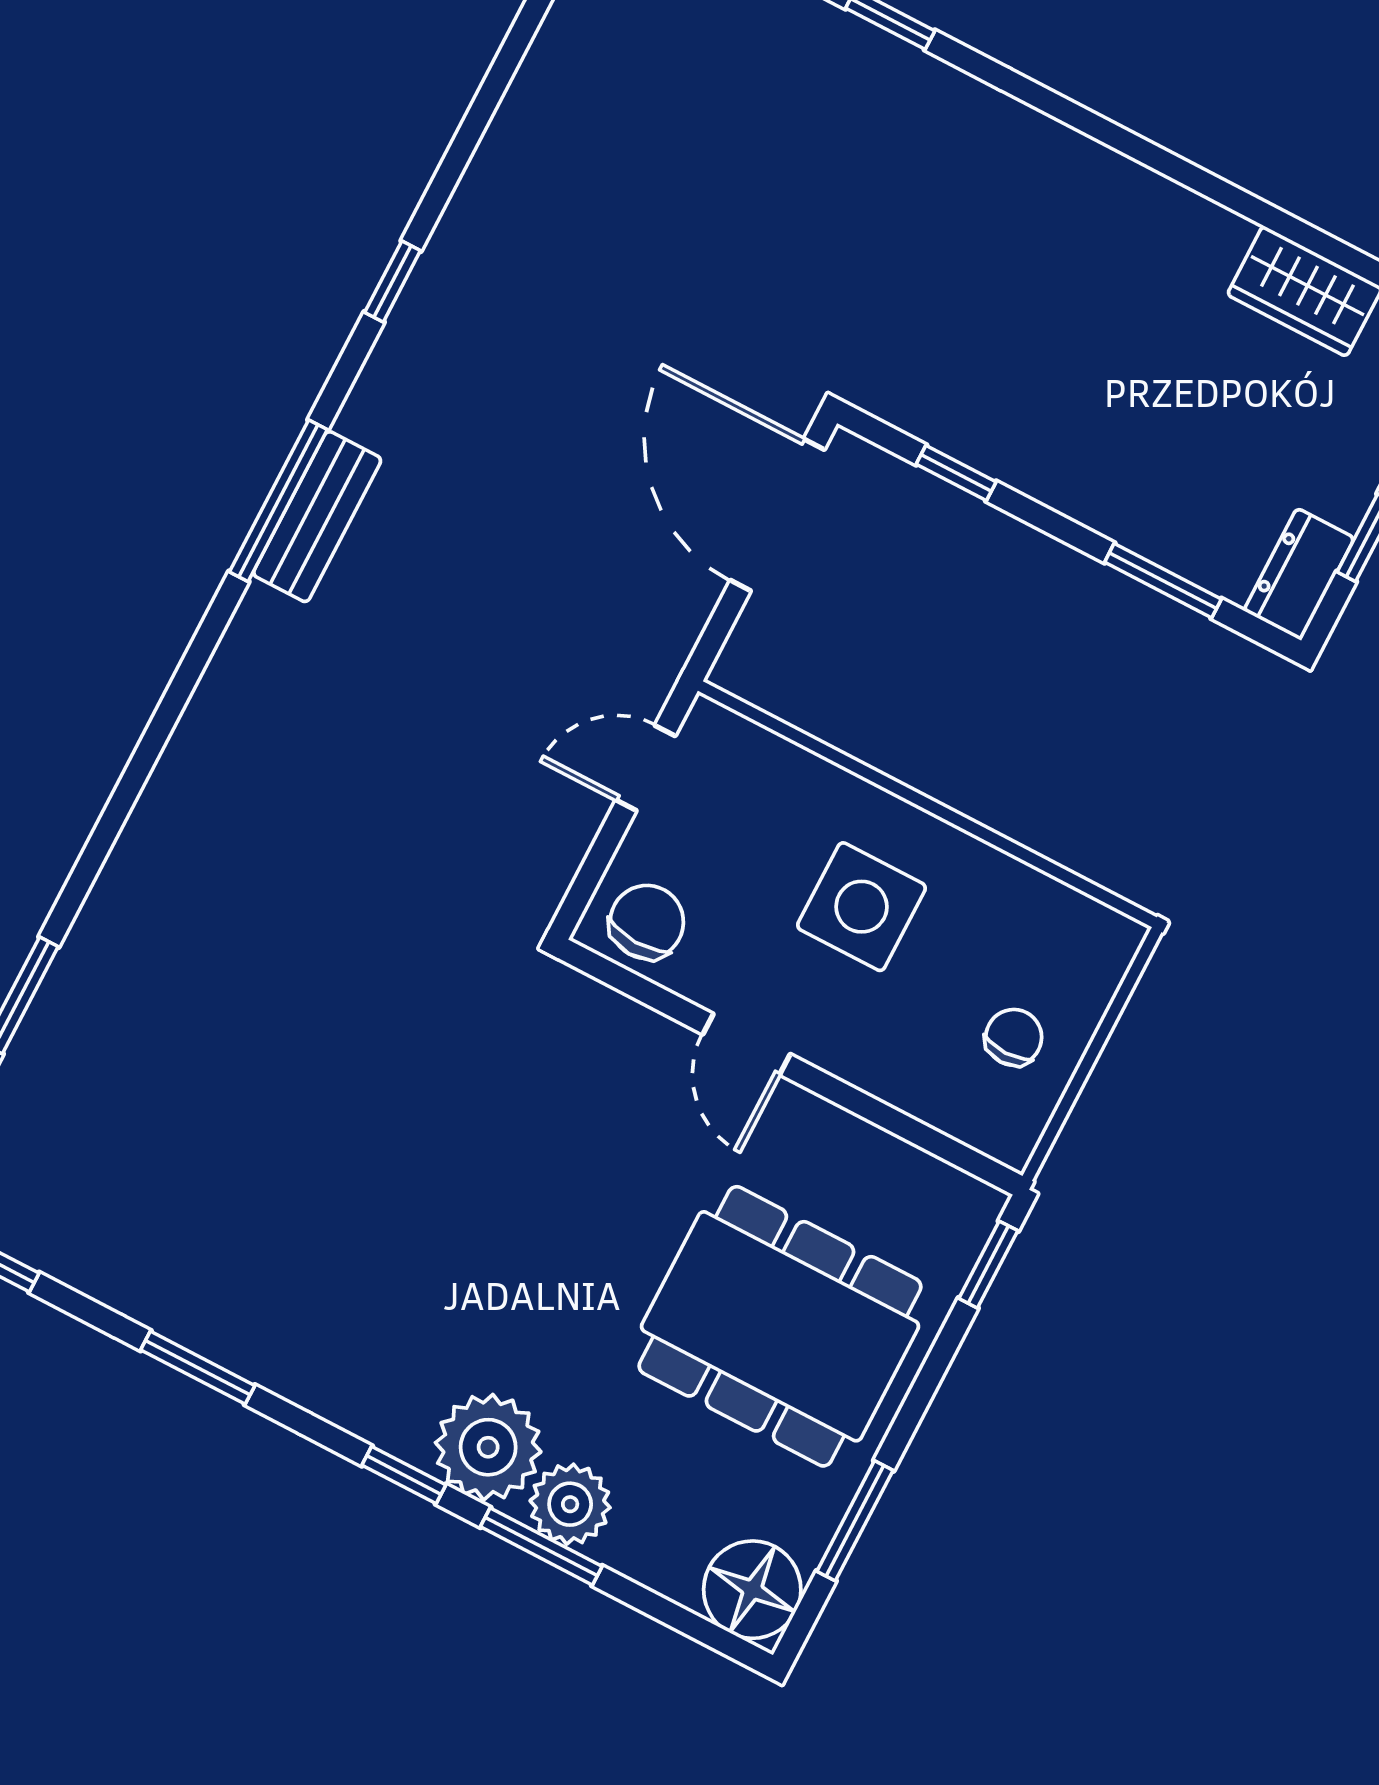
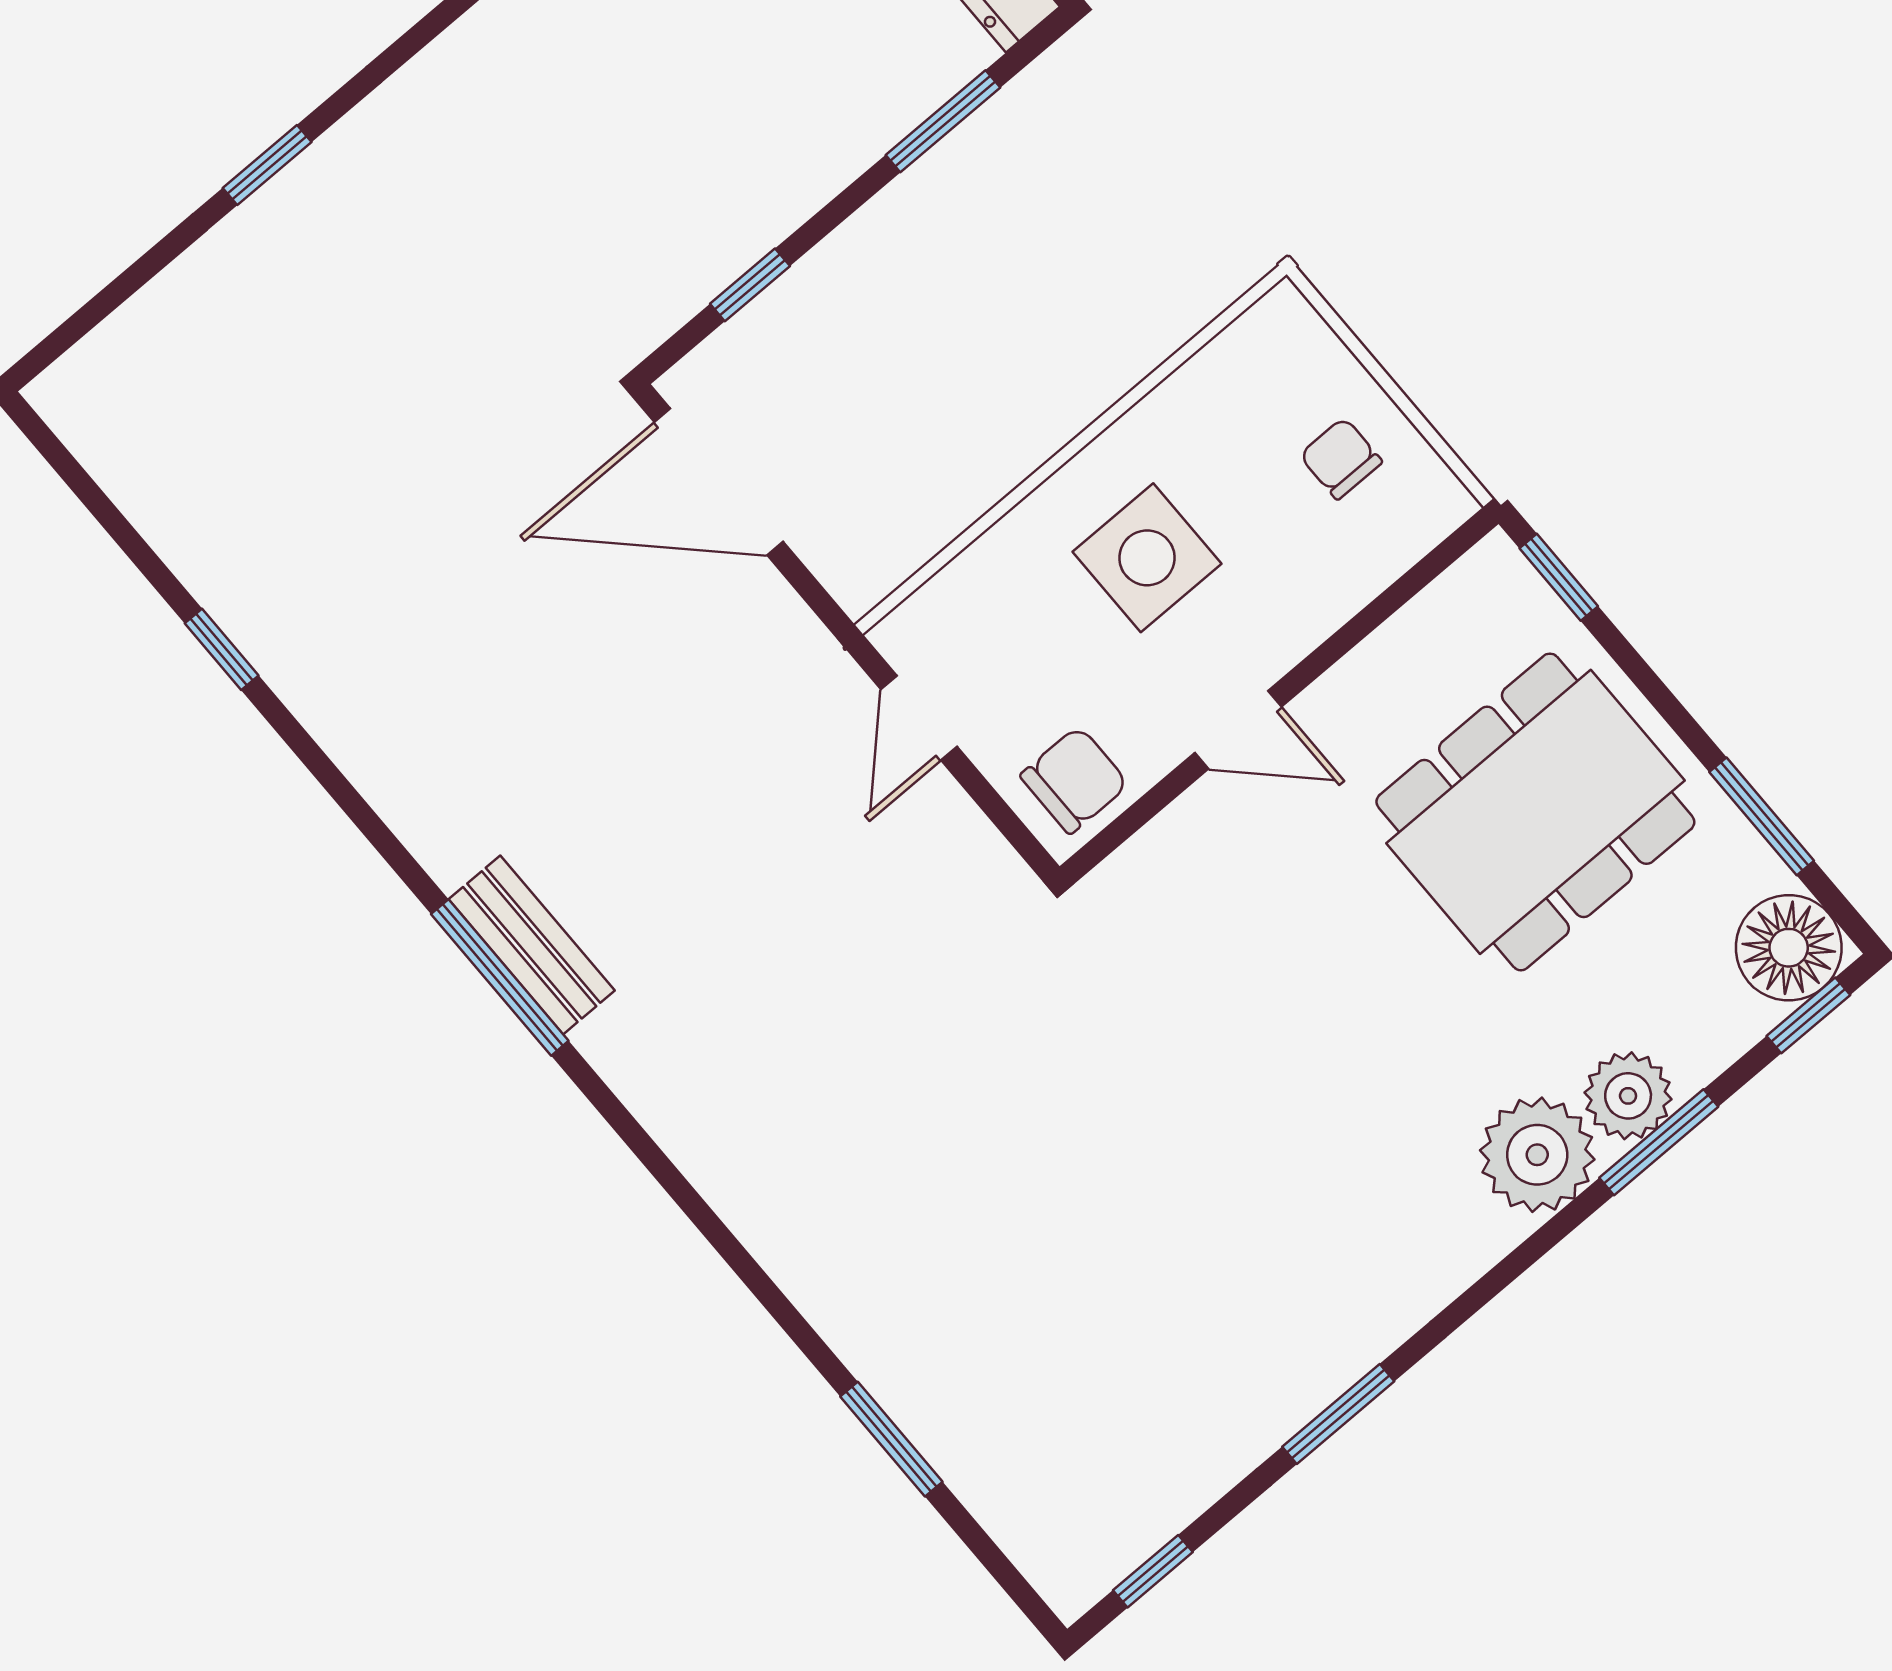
window: (393, 281) -> (222, 649), moved
chair: (647, 922) -> (1074, 780), turned 88
window: (404, 1475) -> (1808, 1015), moved

